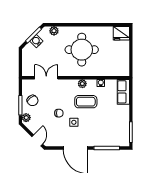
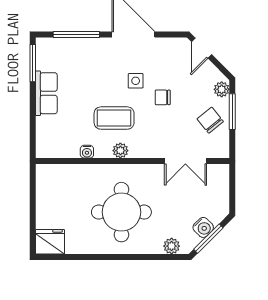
row of seats: (123, 92) -> (46, 93), moved

